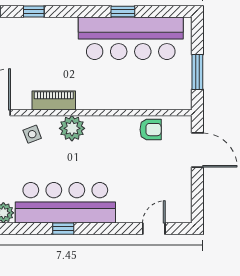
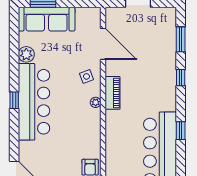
window: (123, 12) -> (181, 131), moved
plant: (72, 128) -> (96, 102), width x0.53, depth x0.53

